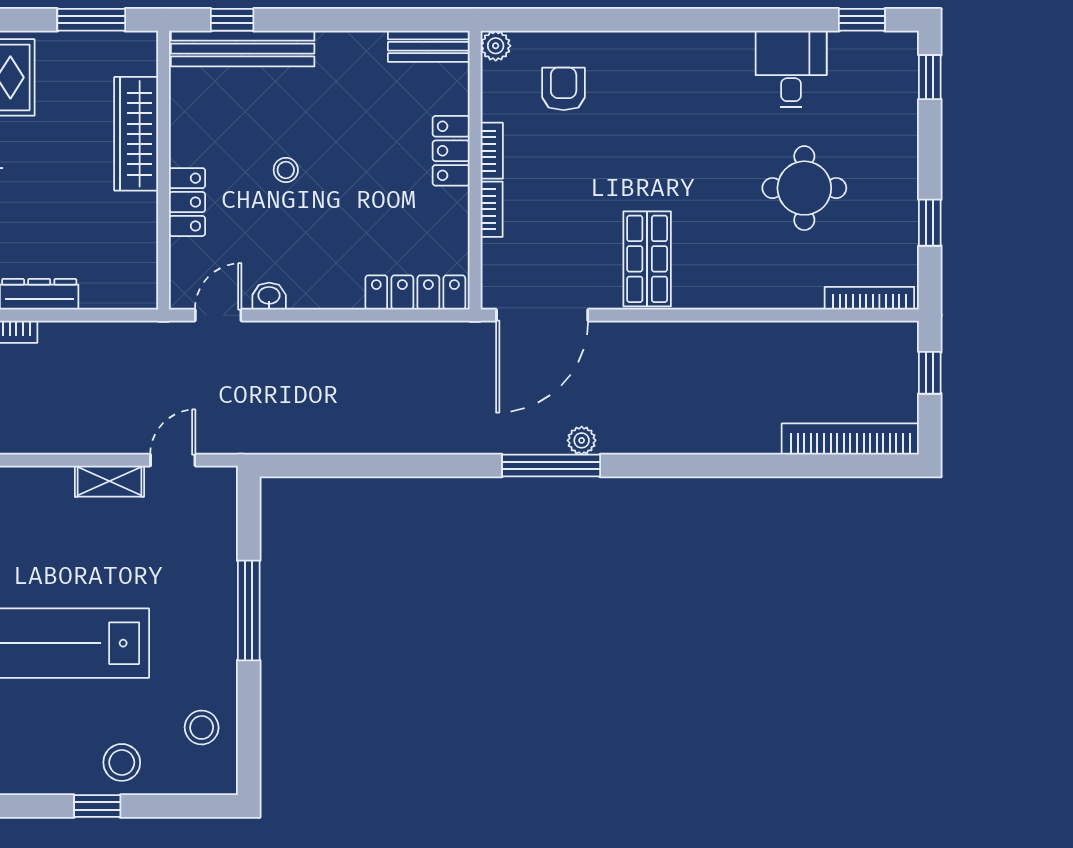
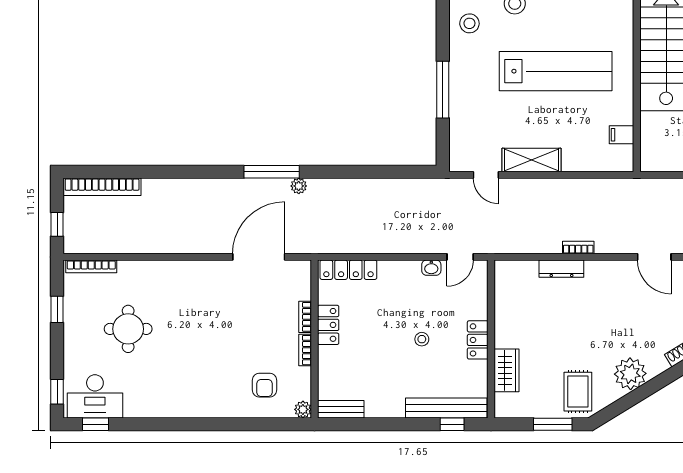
window: (91, 20) -> (553, 424), moved
desk: (791, 69) -> (95, 396), moved, width x1.37
wardrobe: (136, 134) -> (507, 370), width x0.67
locker: (451, 151) -> (328, 325), moved
locker: (187, 202) -> (478, 340), moved
shop shelf: (647, 259) -> (217, 289), removed
door: (542, 315) -> (259, 257), moved
plant: (582, 440) -> (299, 186), moved
door: (173, 460) -> (486, 175), hinge flipped
shelving: (109, 481) -> (532, 160), width x1.50, depth x1.33

